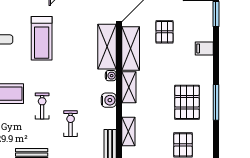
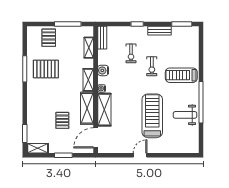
treadmill: (42, 38) -> (152, 116), width x1.37, depth x1.38
filing cabinet: (204, 48) -> (33, 108), removed
pallet: (187, 102) -> (46, 69), turned 90

